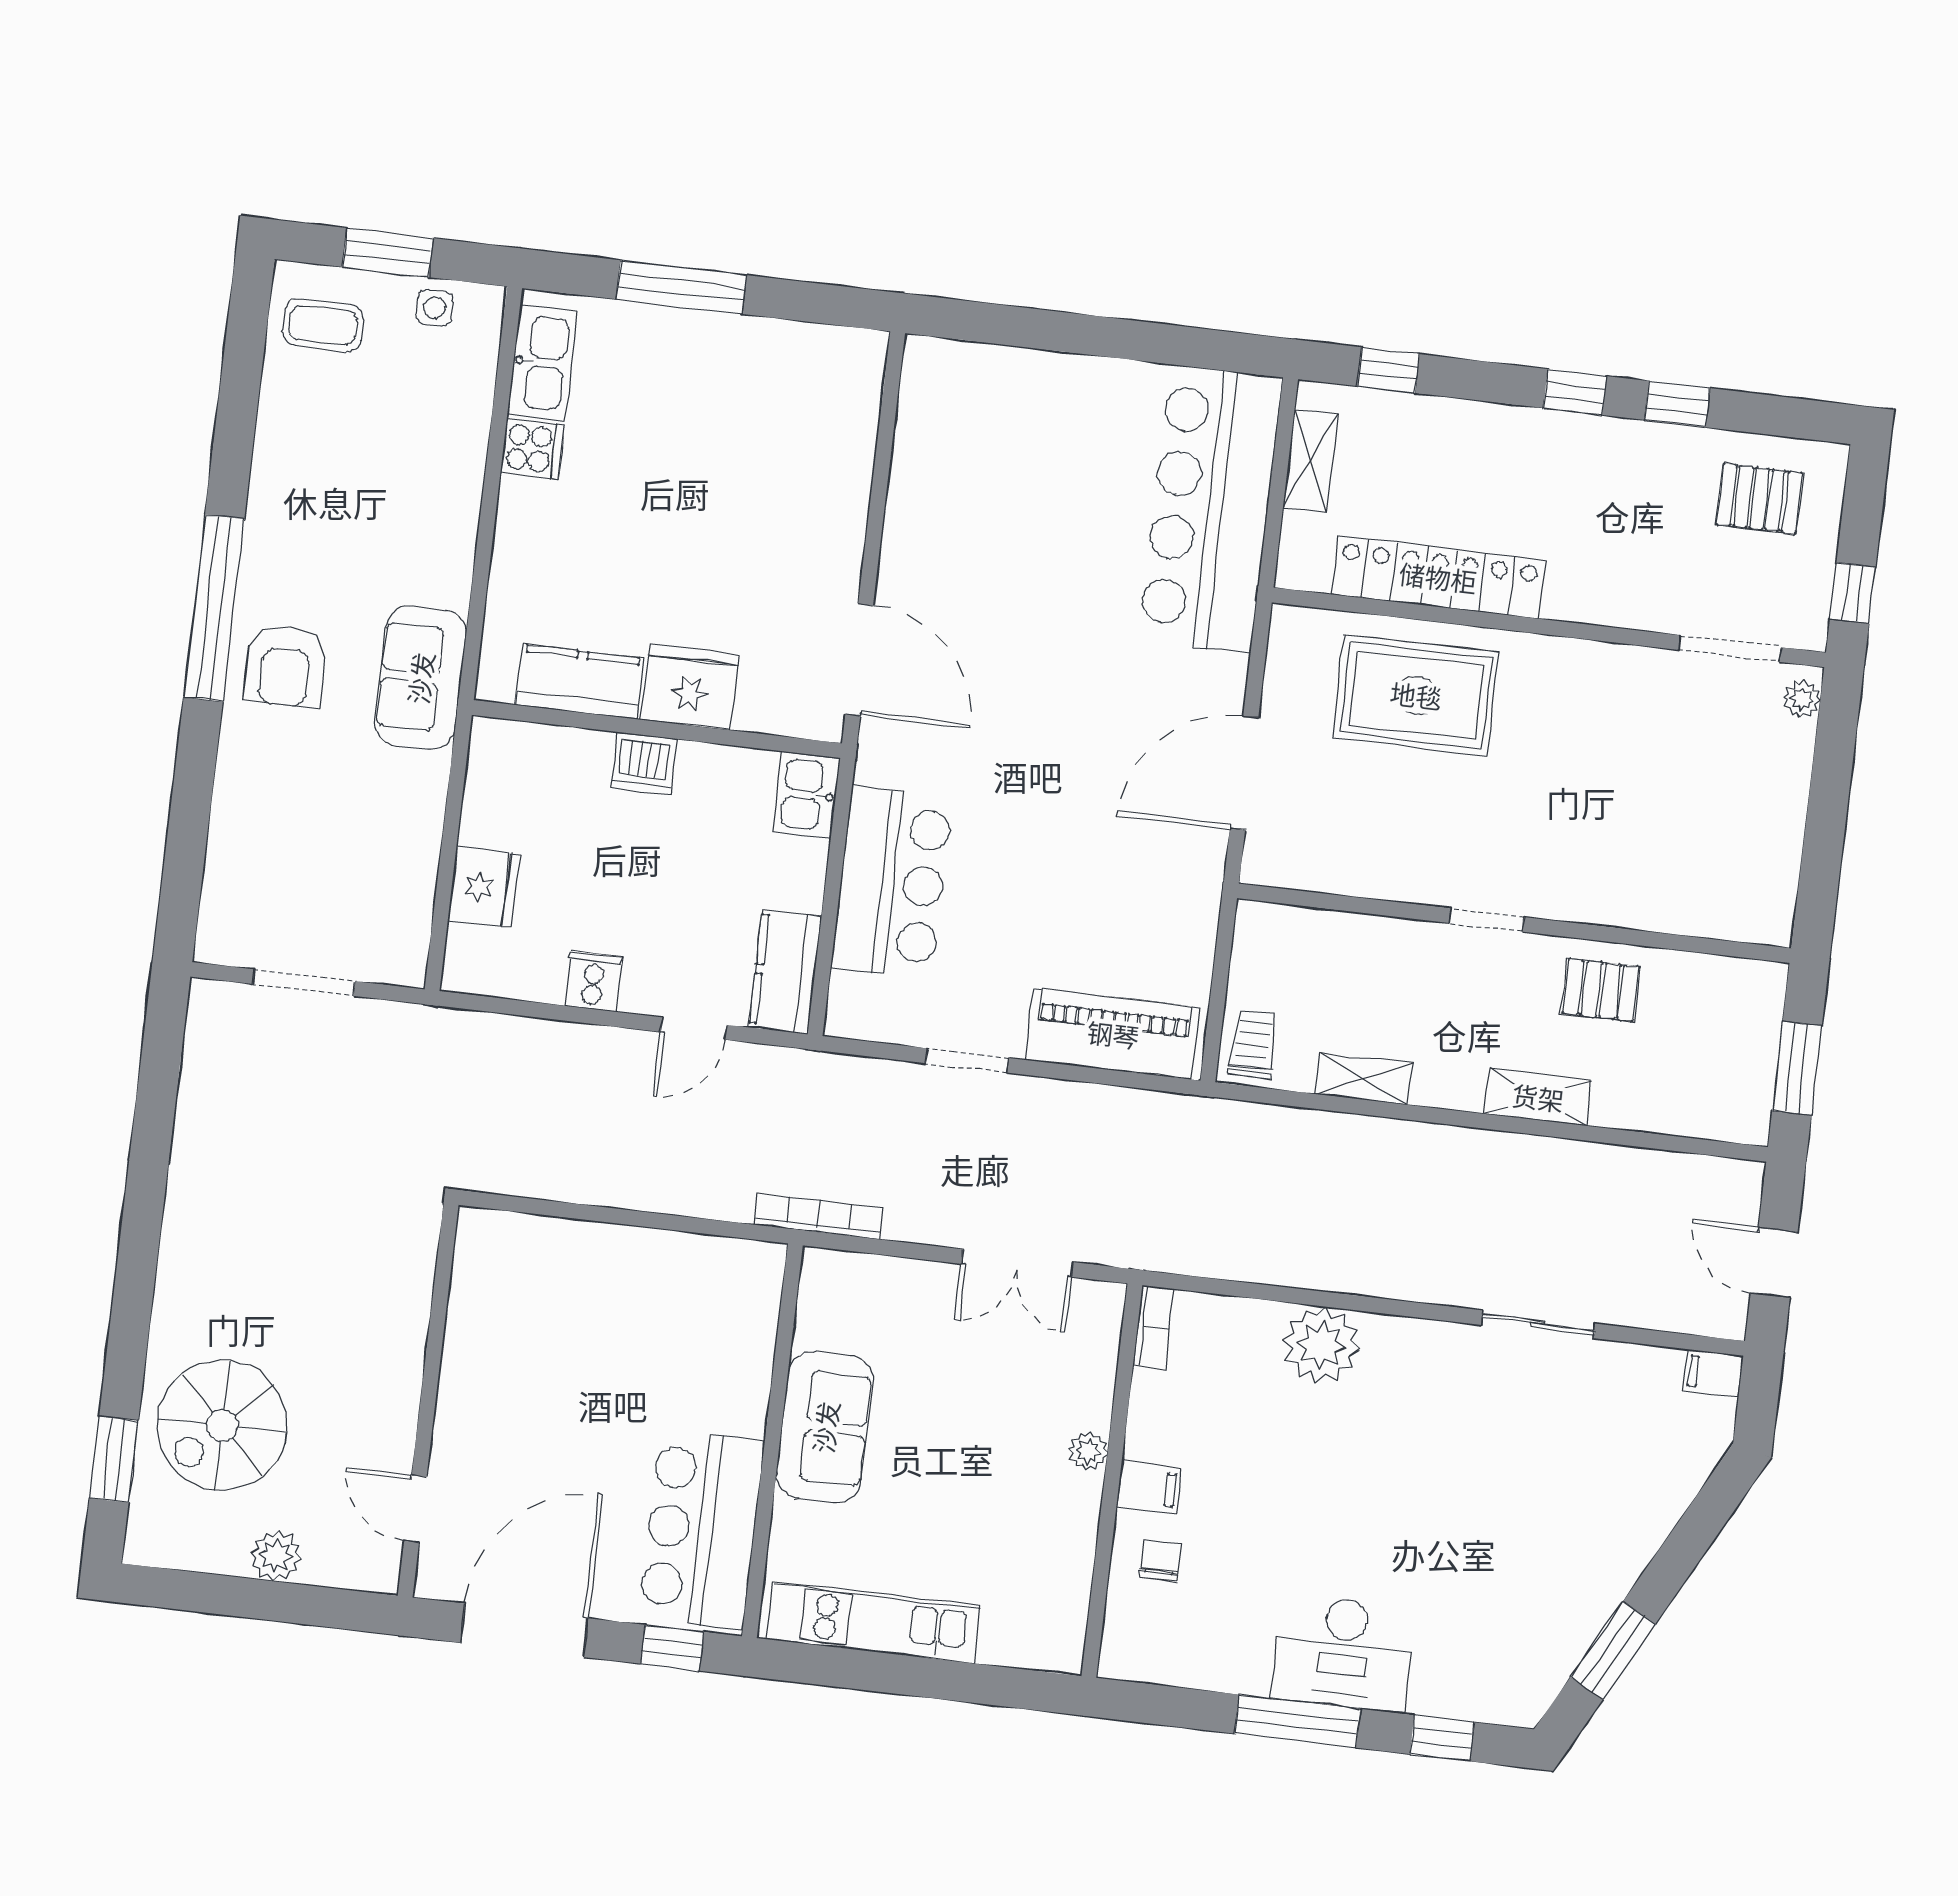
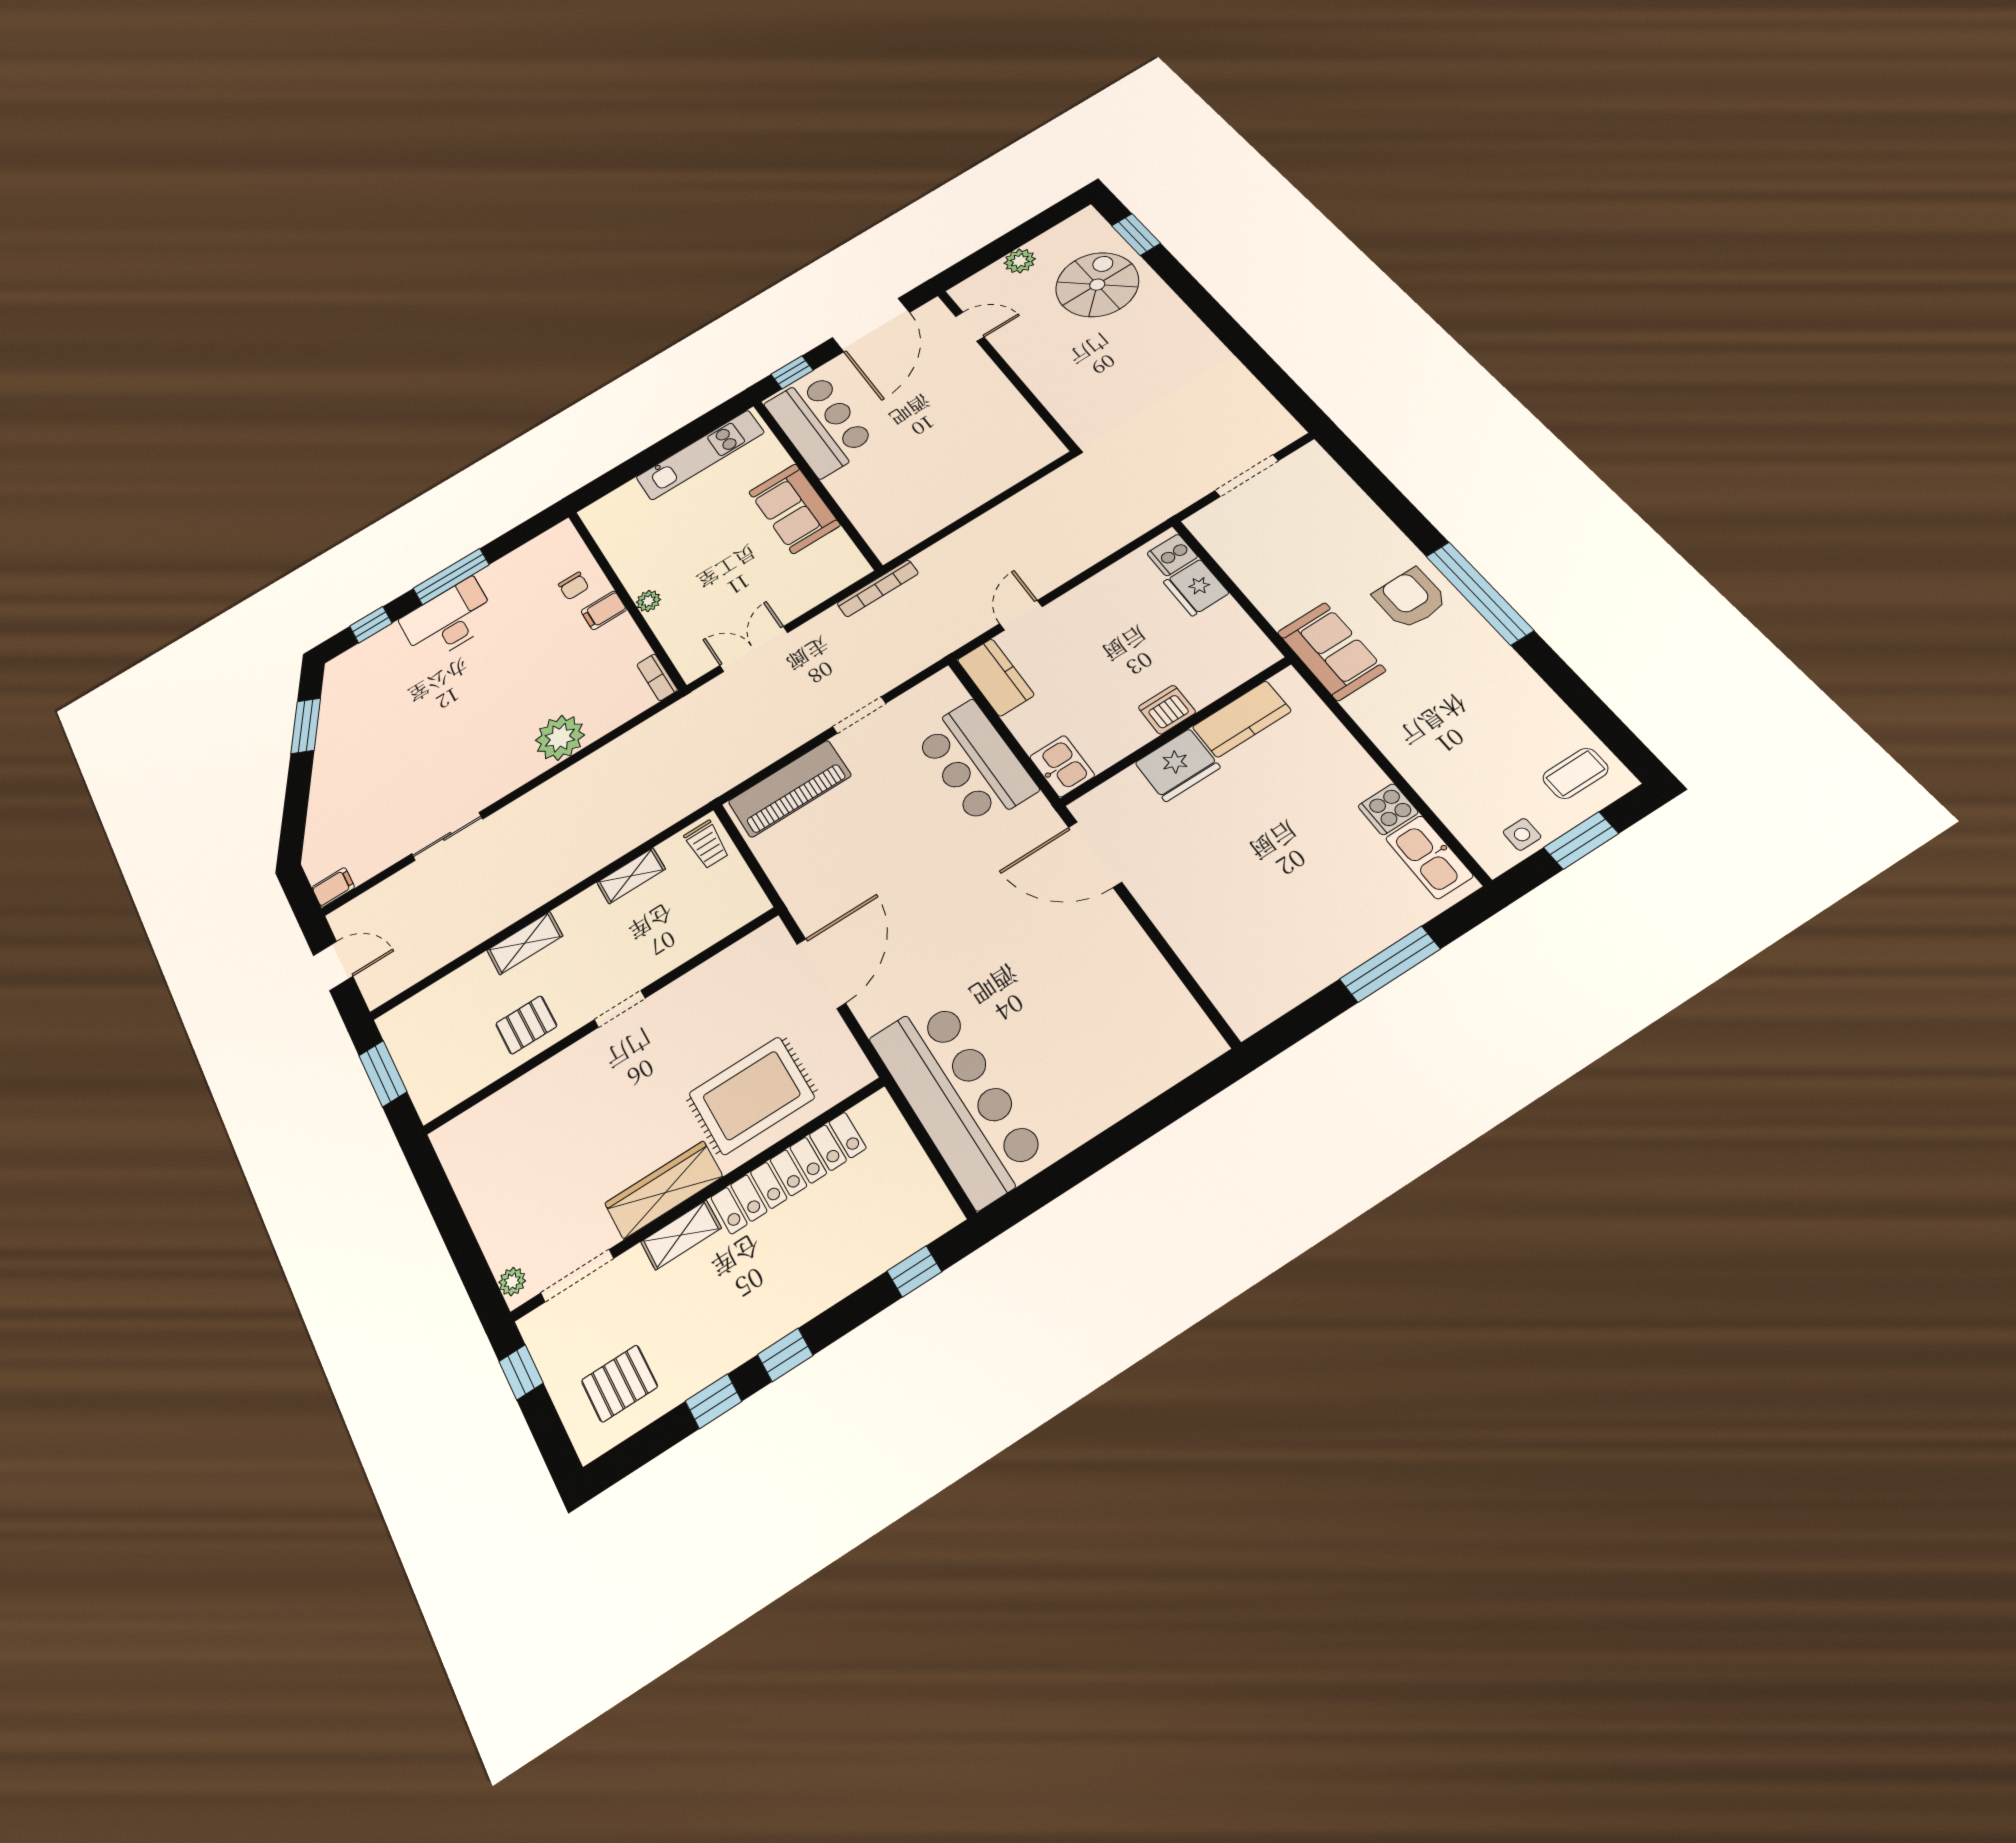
shelving: (1311, 460) -> (681, 1235), moved, turned 90
wardrobe: (1579, 668) -> (664, 1190), added
cooker: (593, 981) -> (1172, 555), moved, turned 90

